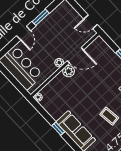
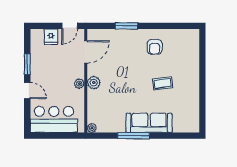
fridge: (72, 16) -> (51, 37), added
door: (75, 55) -> (86, 52), moved
window: (58, 129) -> (134, 136), width x2.17

